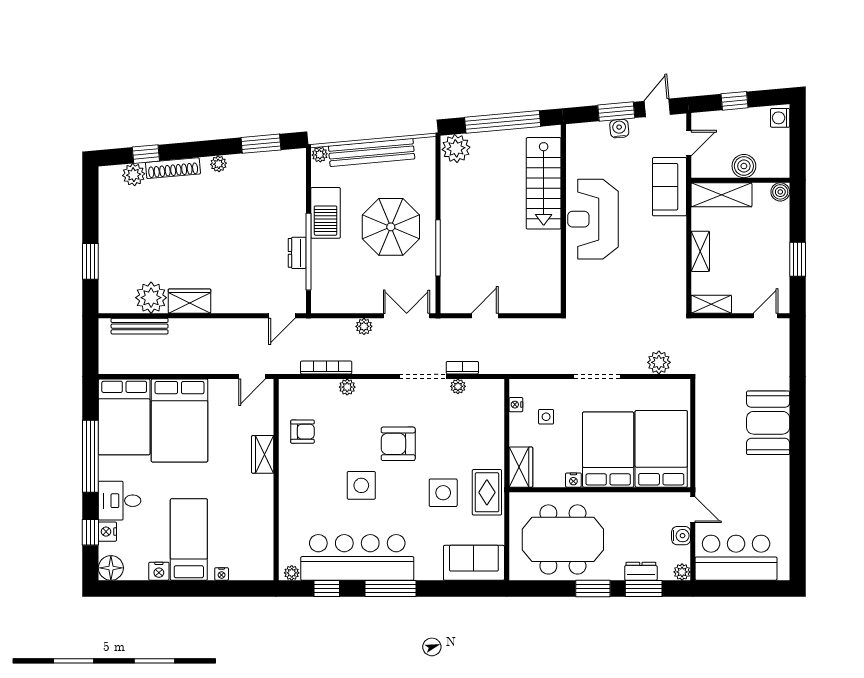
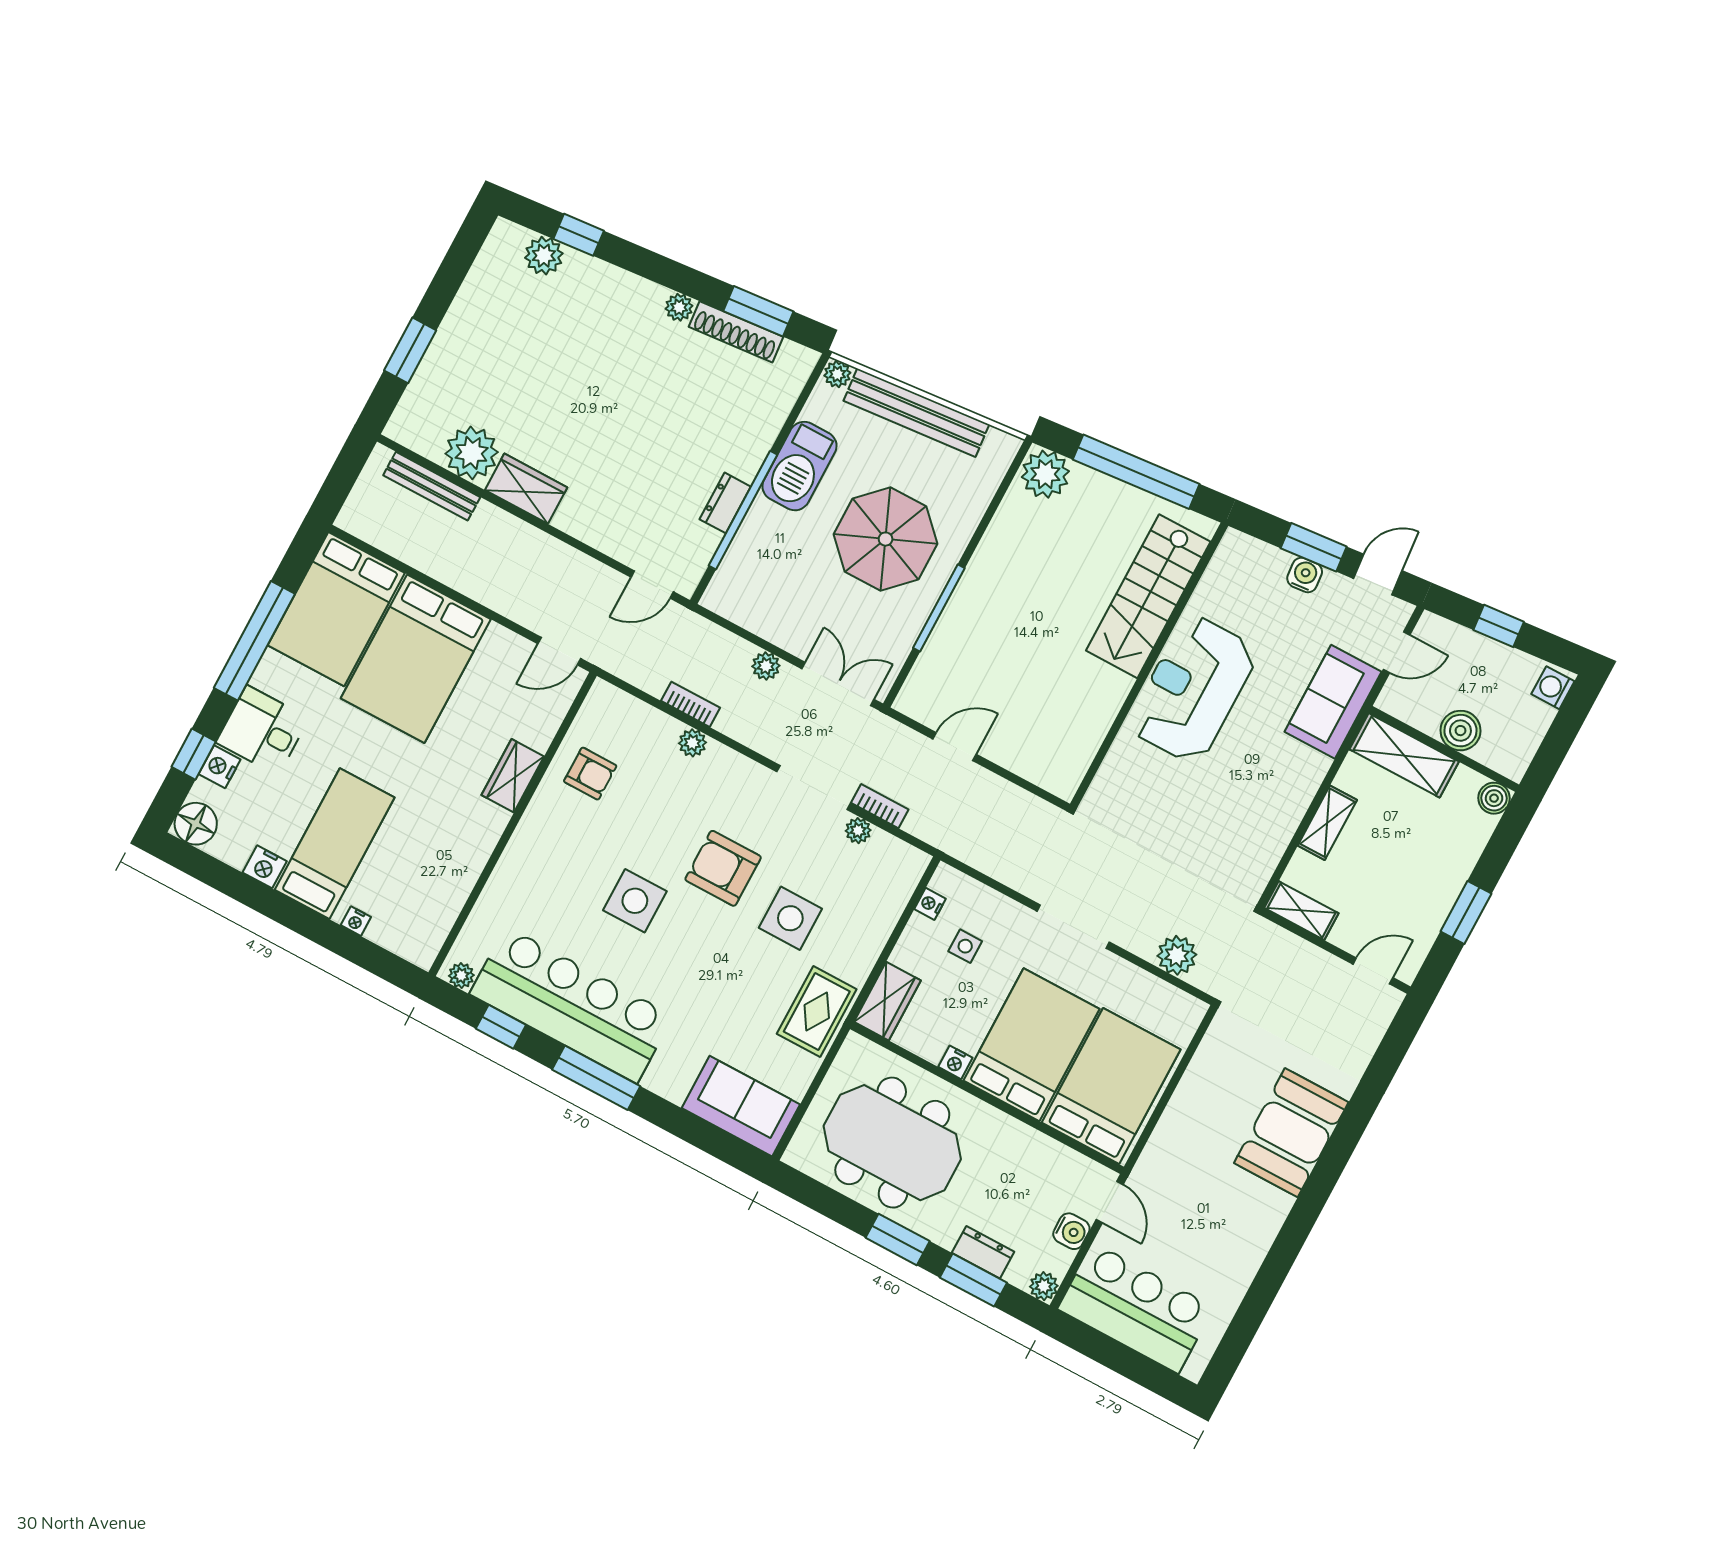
shoe rack: (173, 168) -> (736, 332), moved
bookcase: (326, 367) -> (691, 704), width x0.64
side table: (443, 493) -> (790, 918), moved

